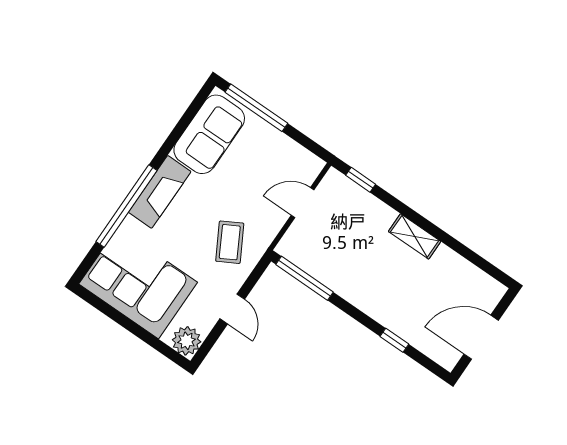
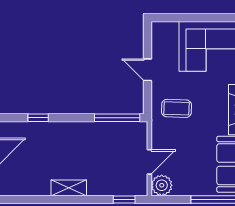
coffee table: (230, 242) -> (176, 108), turned -59
plant: (187, 341) -> (162, 185), moved

